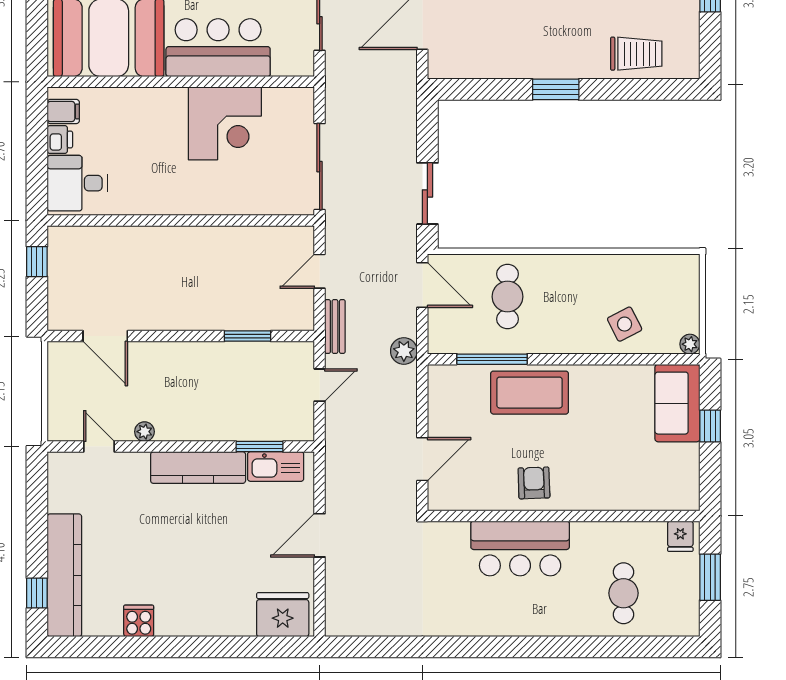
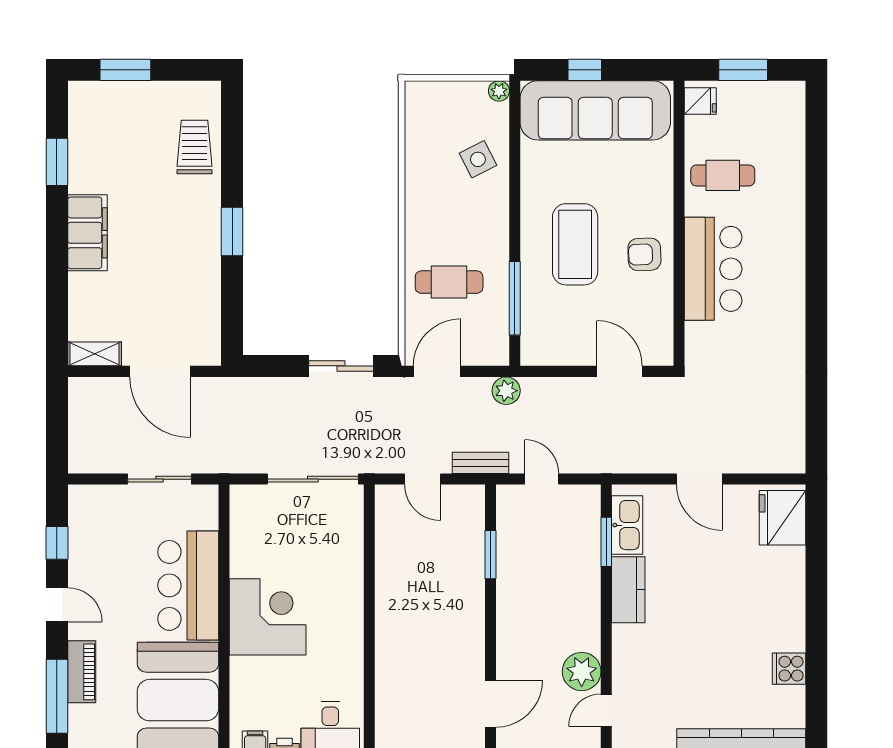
corner desk: (225, 123) -> (268, 617), moved
coffee table: (530, 393) -> (575, 244), moved
sofa: (677, 403) -> (595, 110), width x1.85, depth x1.27
plant: (144, 432) -> (582, 672), width x1.88, depth x1.88
kitchen counter: (198, 468) -> (628, 590), width x0.67
cafe table: (623, 593) -> (723, 175), moved

